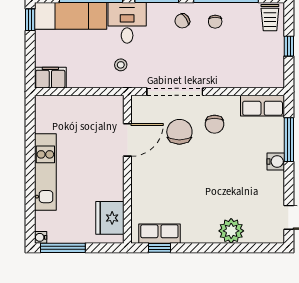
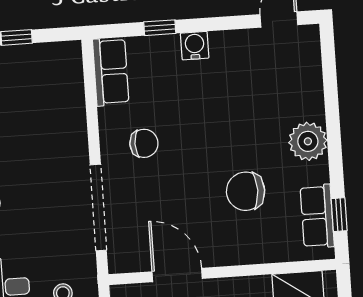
chair: (179, 132) -> (246, 191), moved
window: (289, 140) -> (160, 28), width x0.46
plant: (231, 231) -> (308, 141), moved

